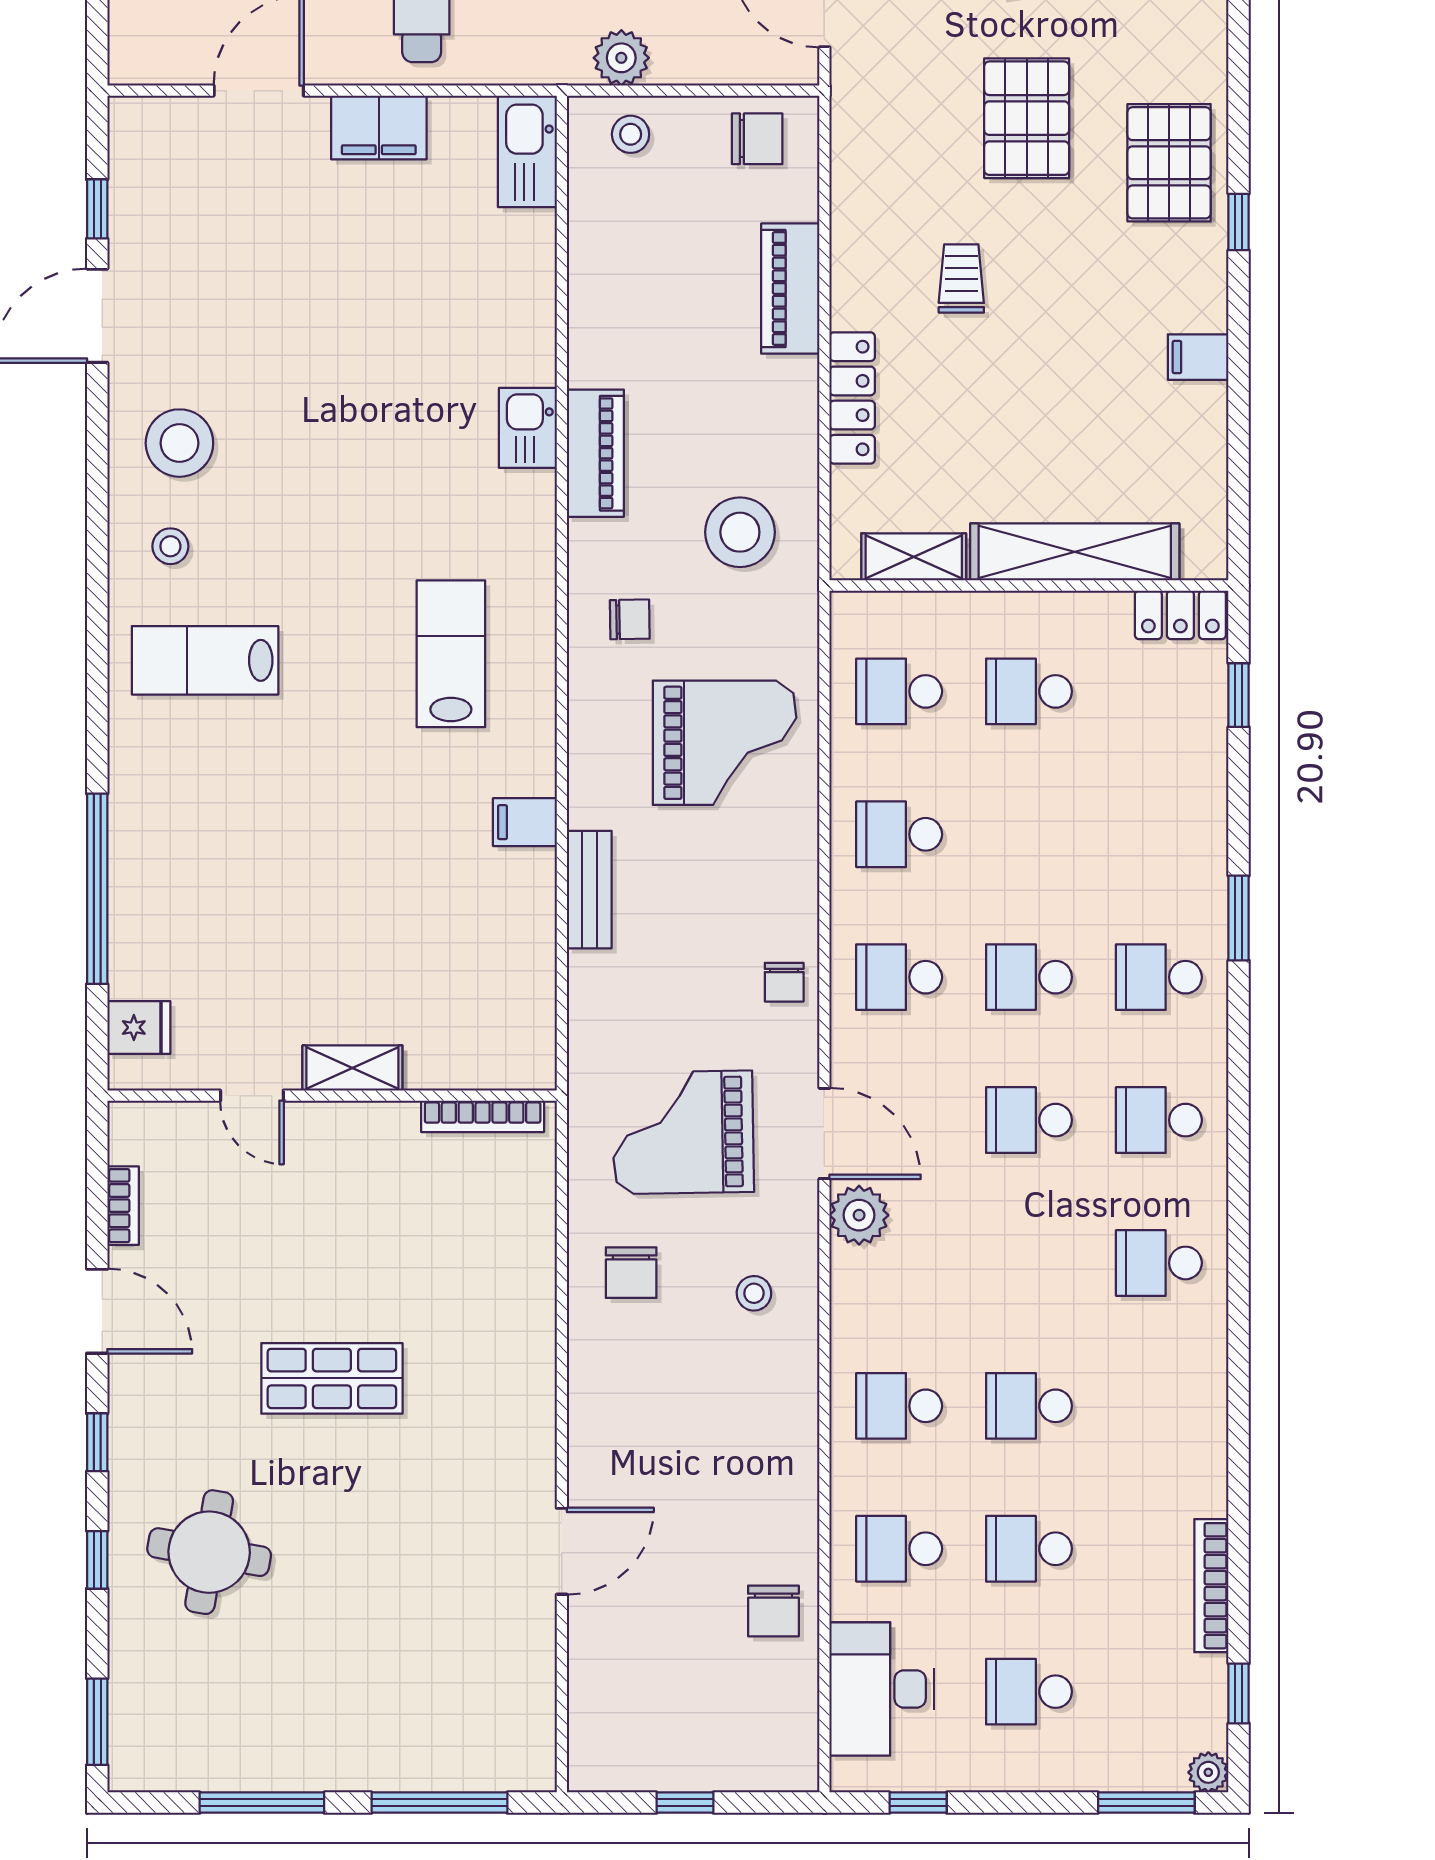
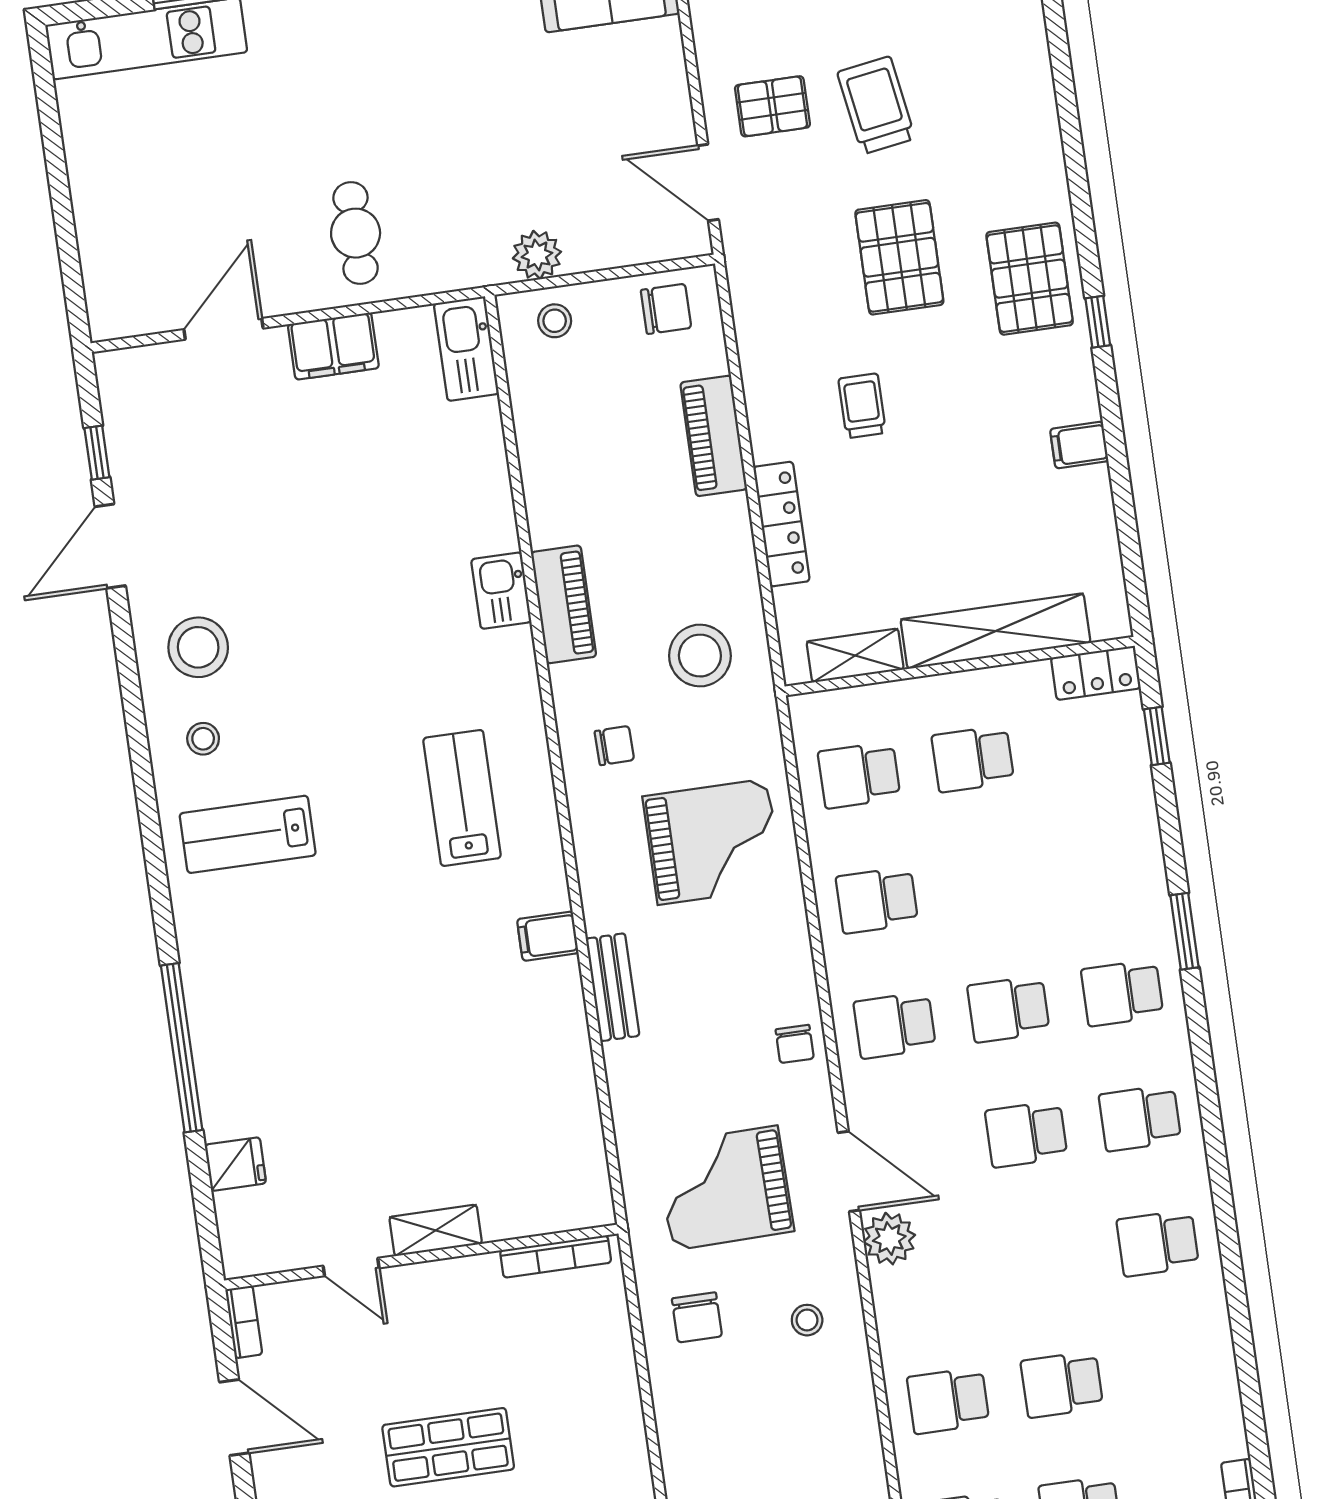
shelving: (352, 1068) -> (436, 1230), moved
door: (252, 1096) -> (351, 1267), moved
wall: (332, 1096) -> (421, 1257), moved
bookcase: (483, 1116) -> (556, 1256), moved

